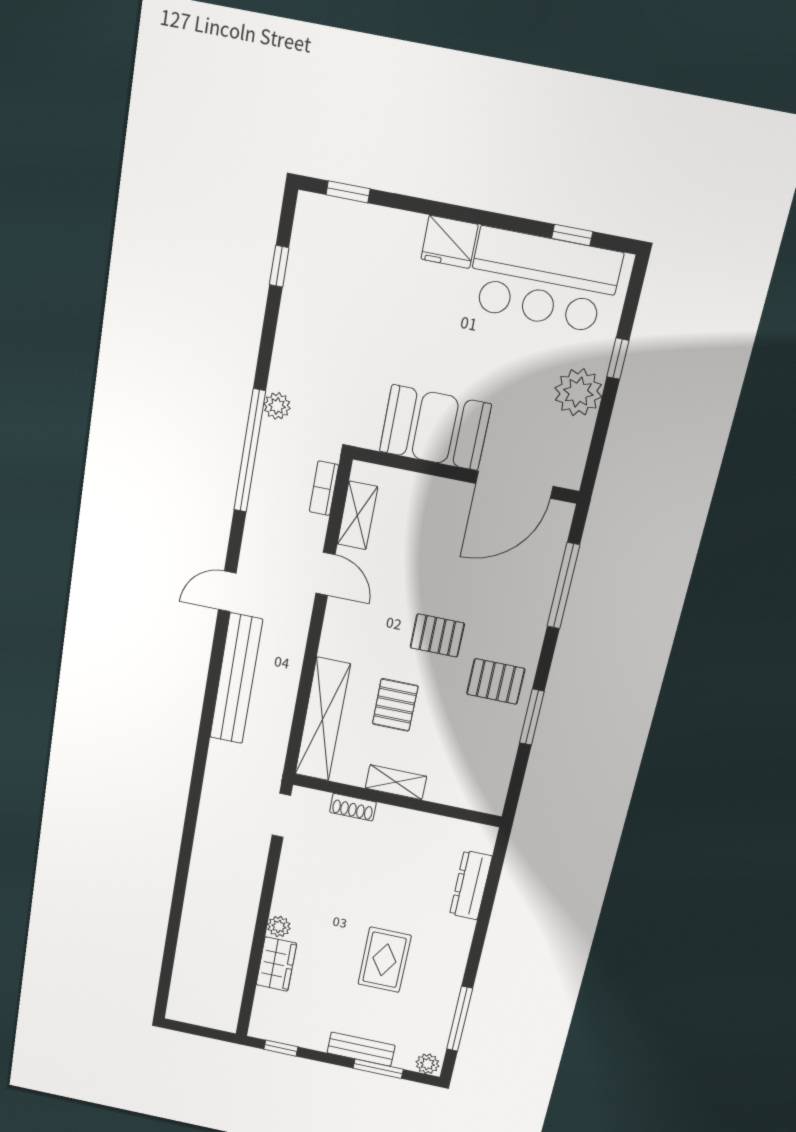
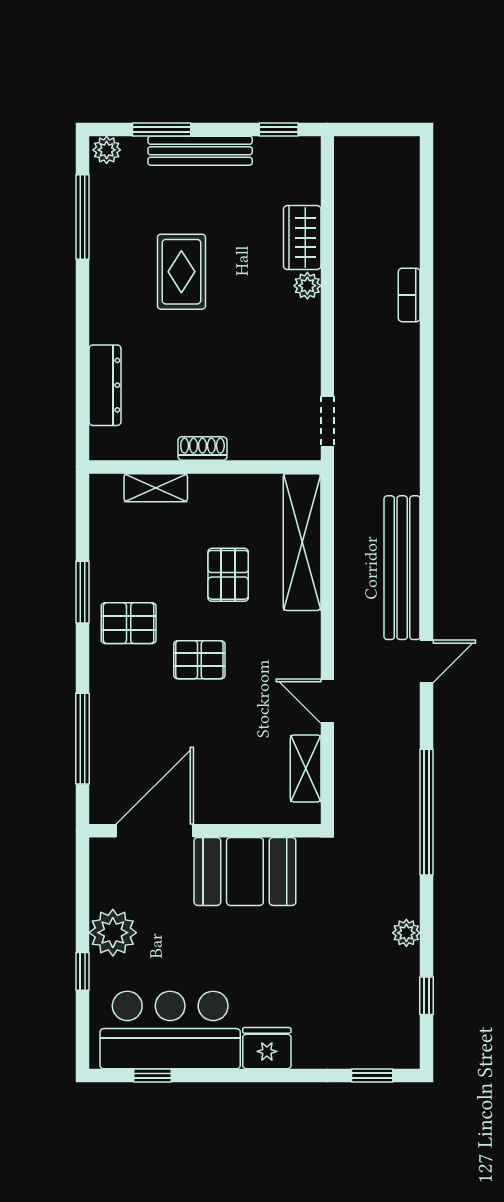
plant: (277, 406) -> (406, 933), moved
bookcase: (324, 488) -> (409, 295), moved, turned 180
shelving: (396, 782) -> (156, 488), moved
shoe rack: (353, 807) -> (202, 448), moved
bench: (361, 1049) -> (200, 151), width x1.36

